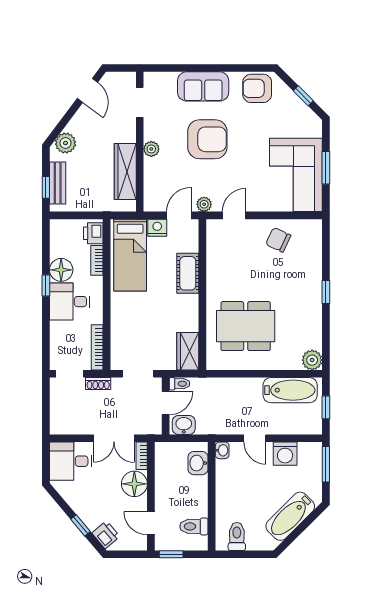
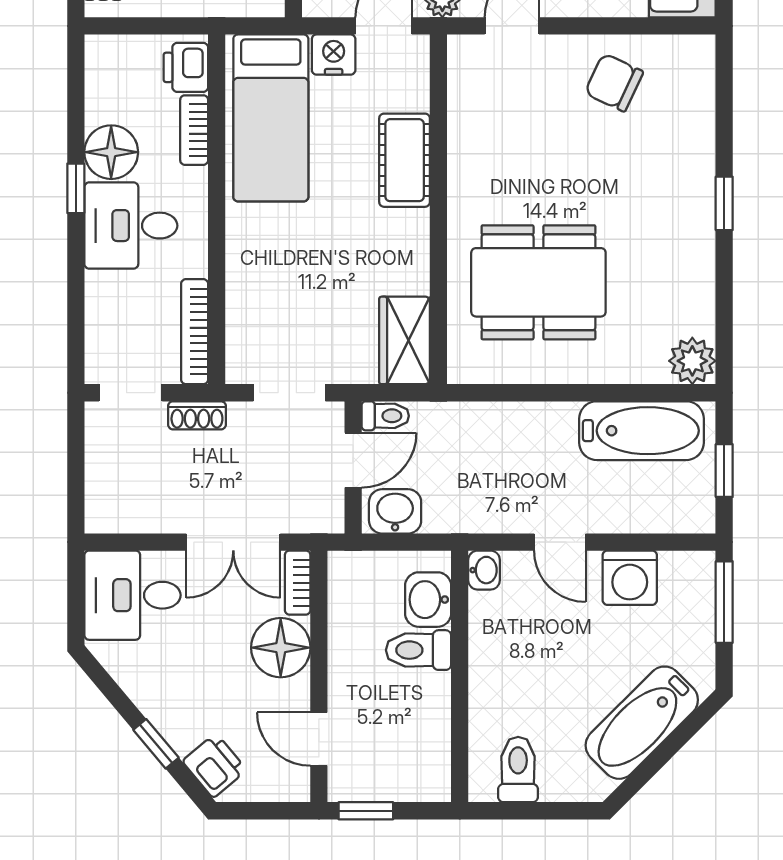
toilet: (194, 526) -> (419, 650), moved

